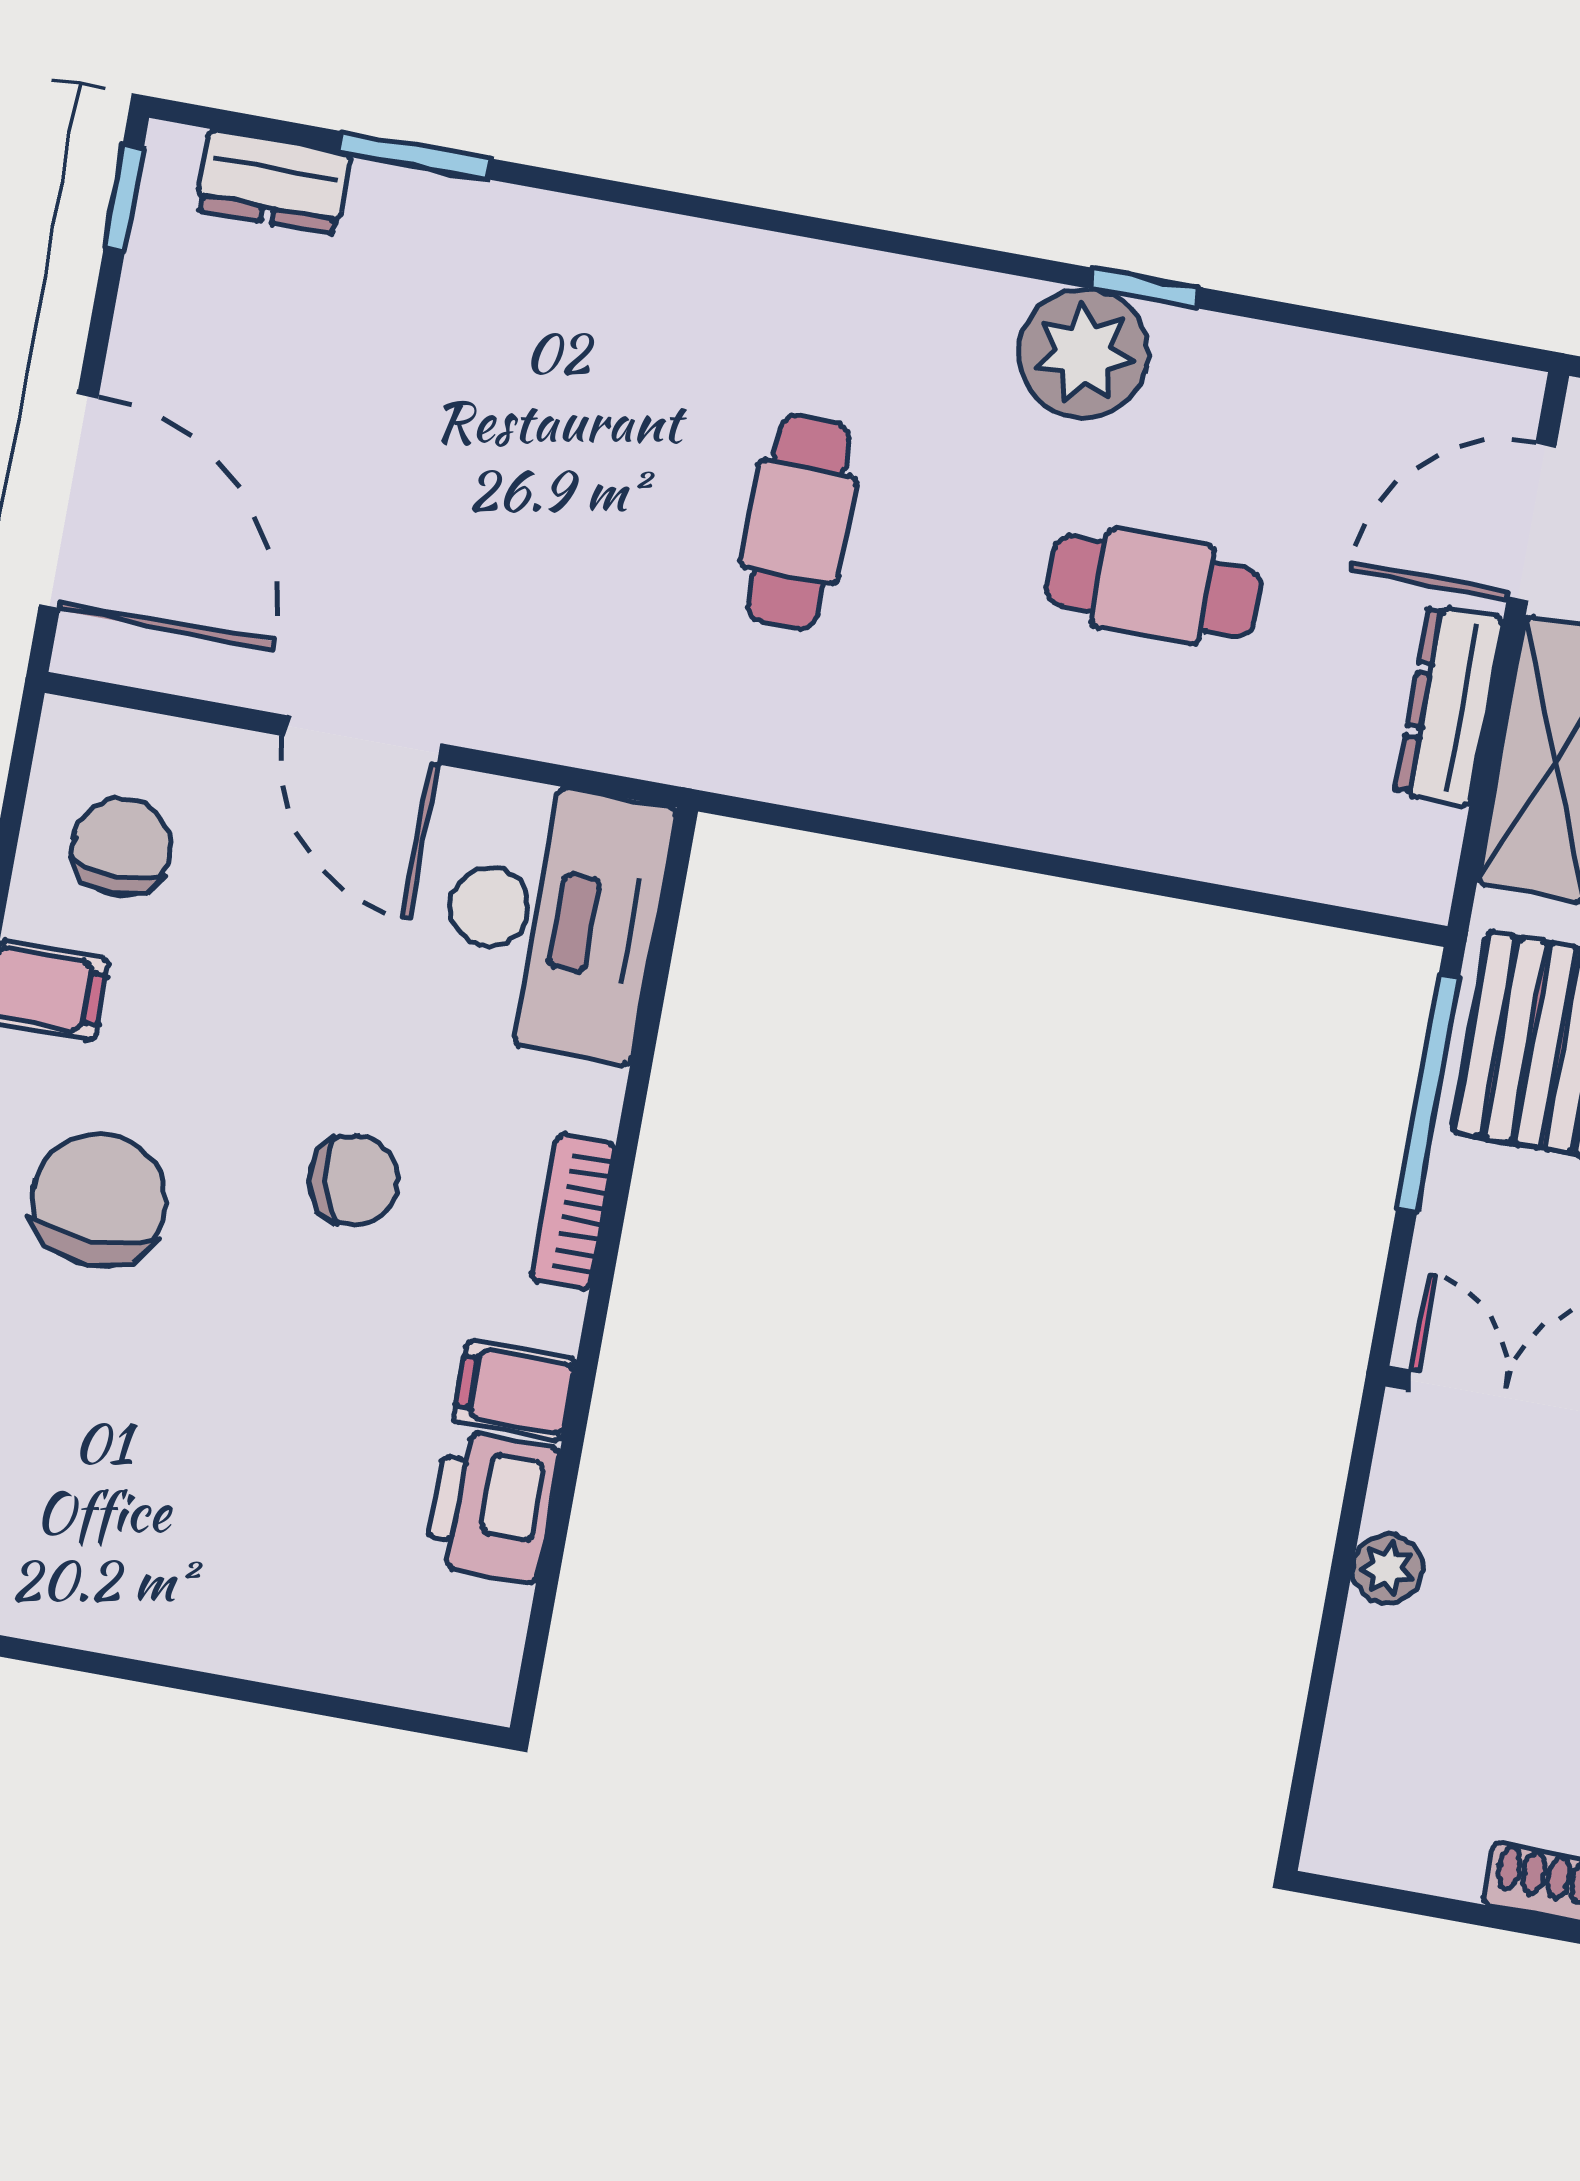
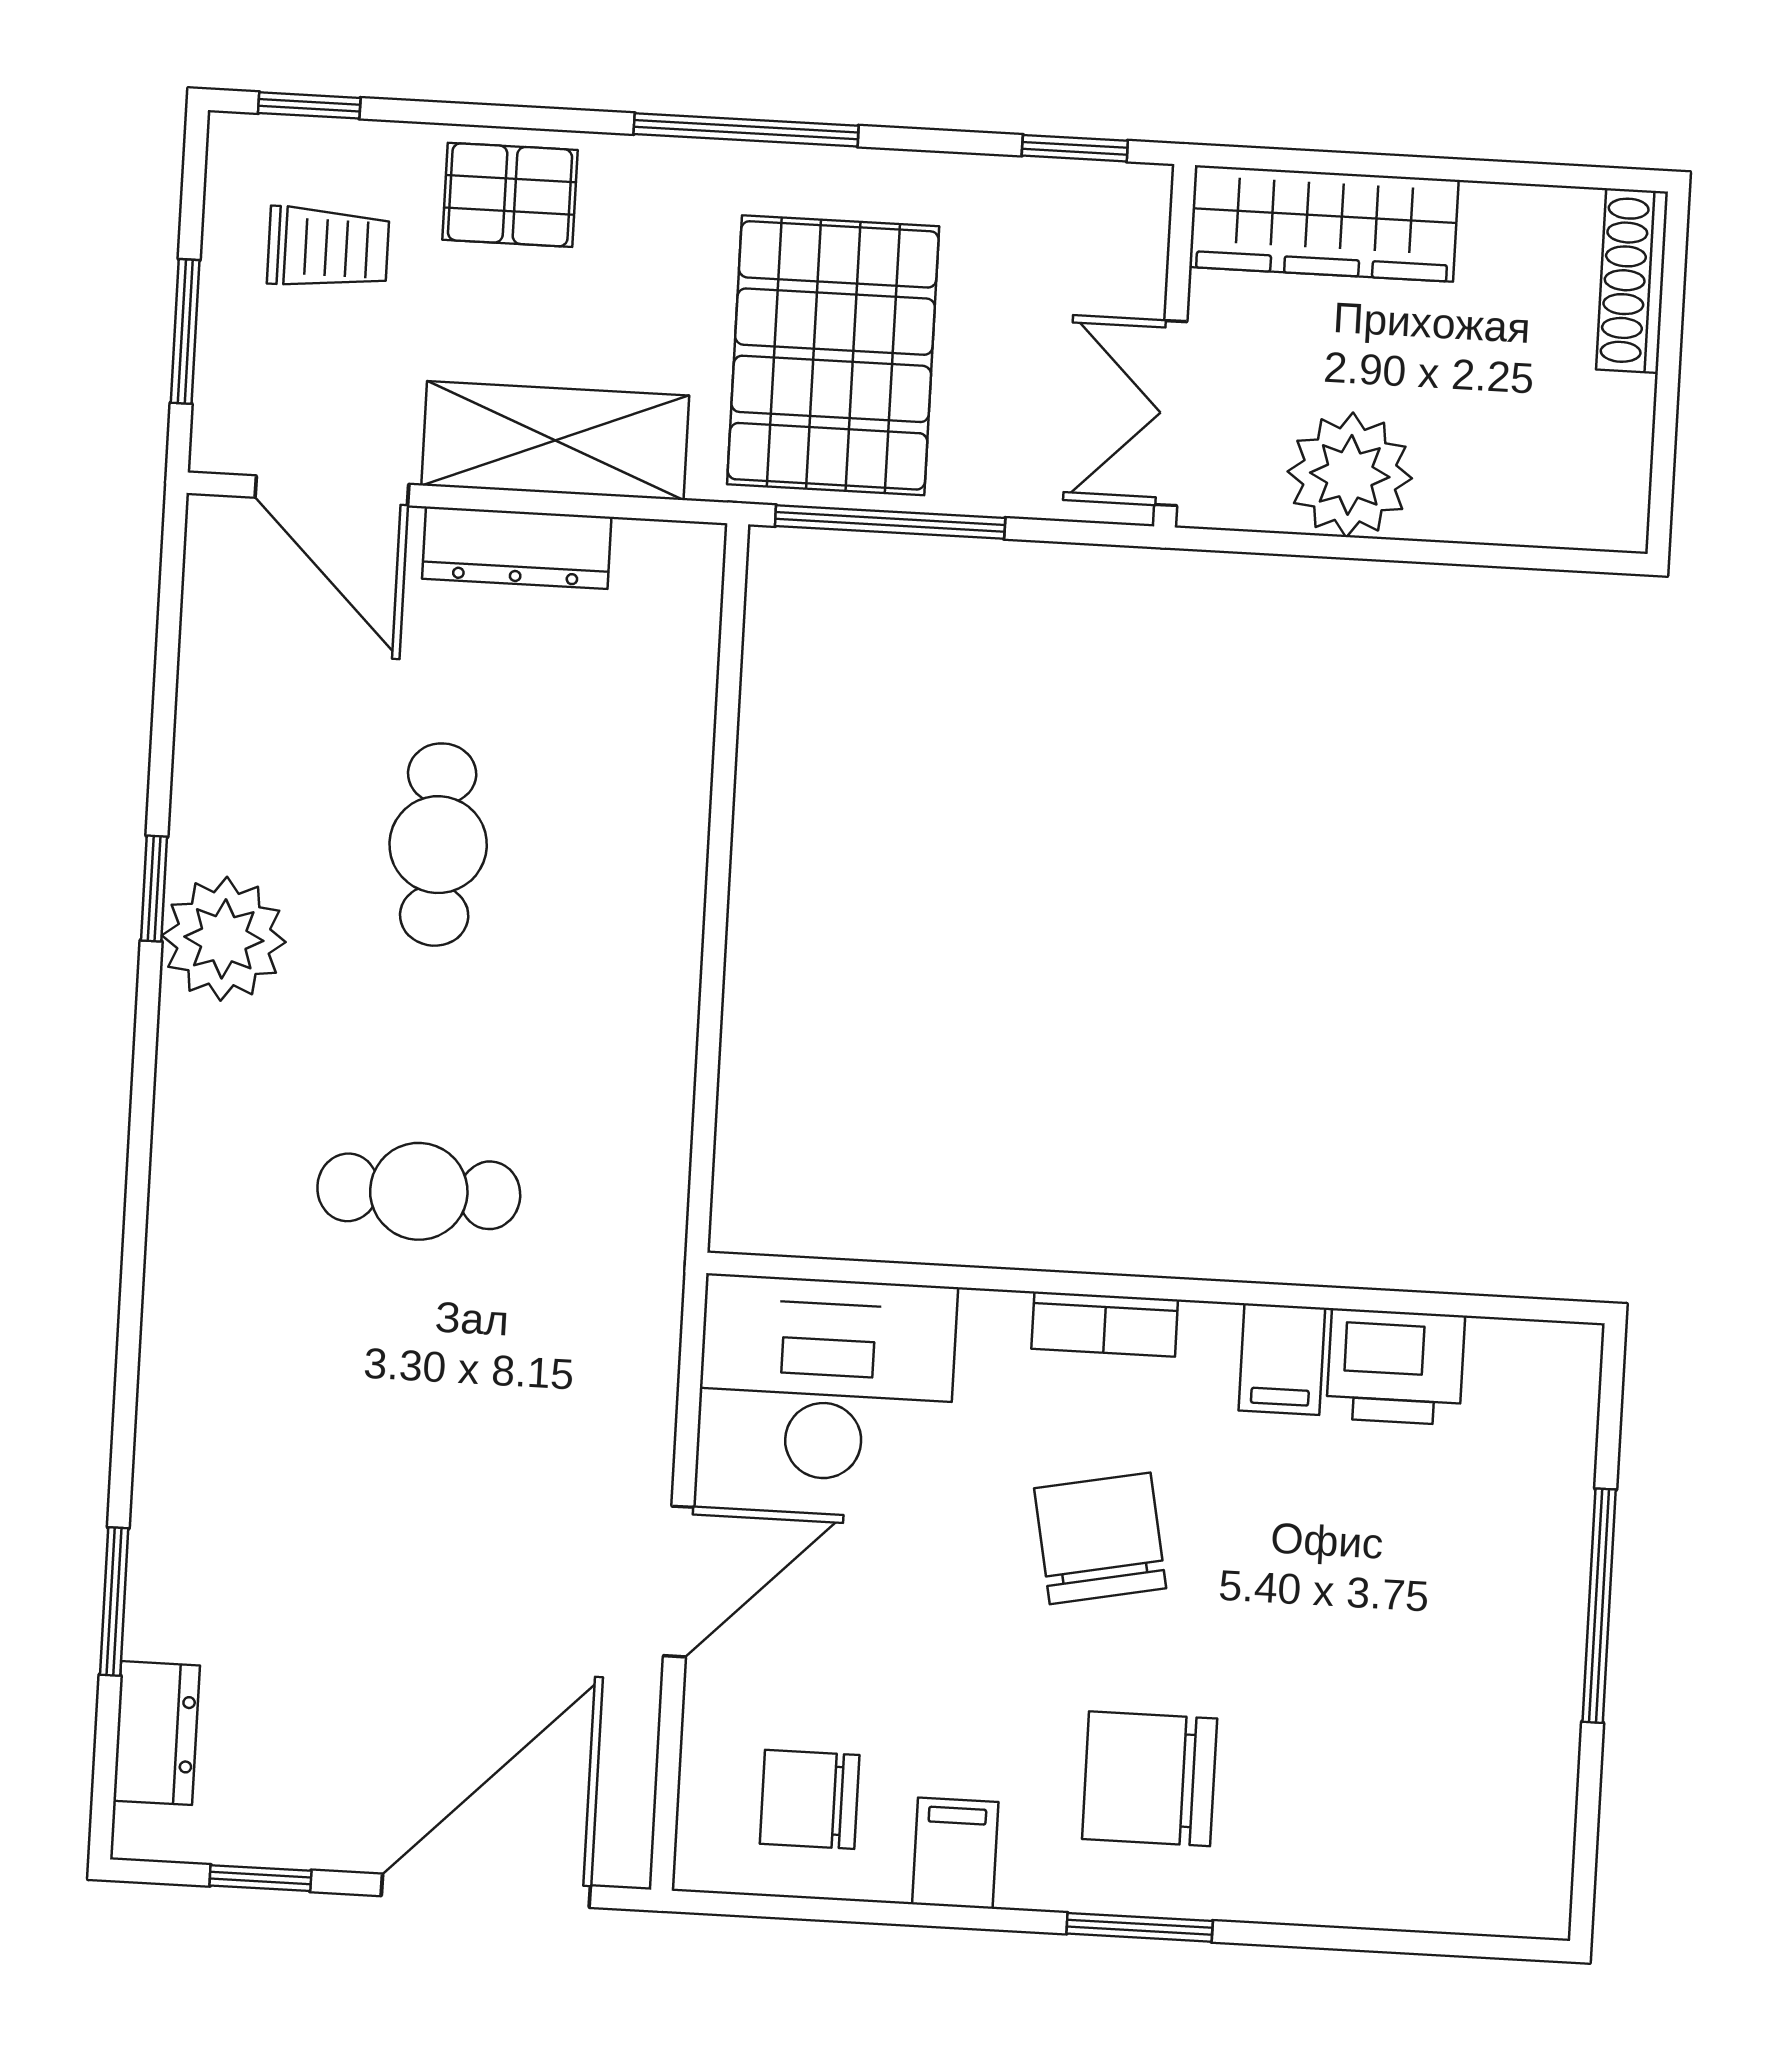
window: (124, 198) -> (260, 1878), moved
chair: (353, 1180) -> (1100, 1538), width x1.37, depth x1.37
plant: (1388, 1568) -> (1350, 475), width x1.87, depth x1.87
window: (220, 1686) -> (1599, 1606), added

